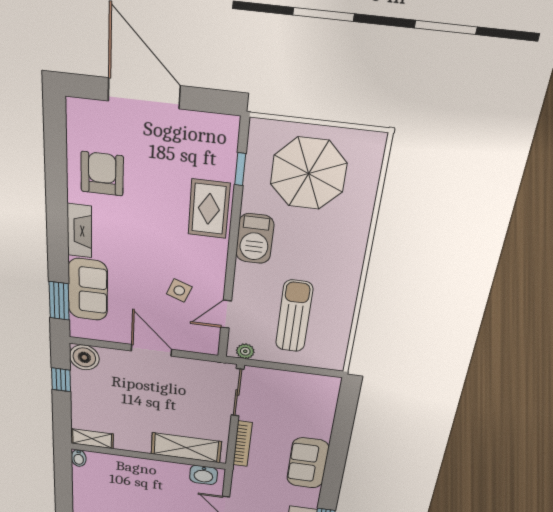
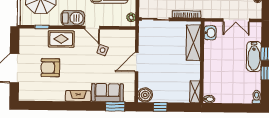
armchair: (102, 174) -> (50, 68), moved
door: (226, 314) -> (92, 28), moved

